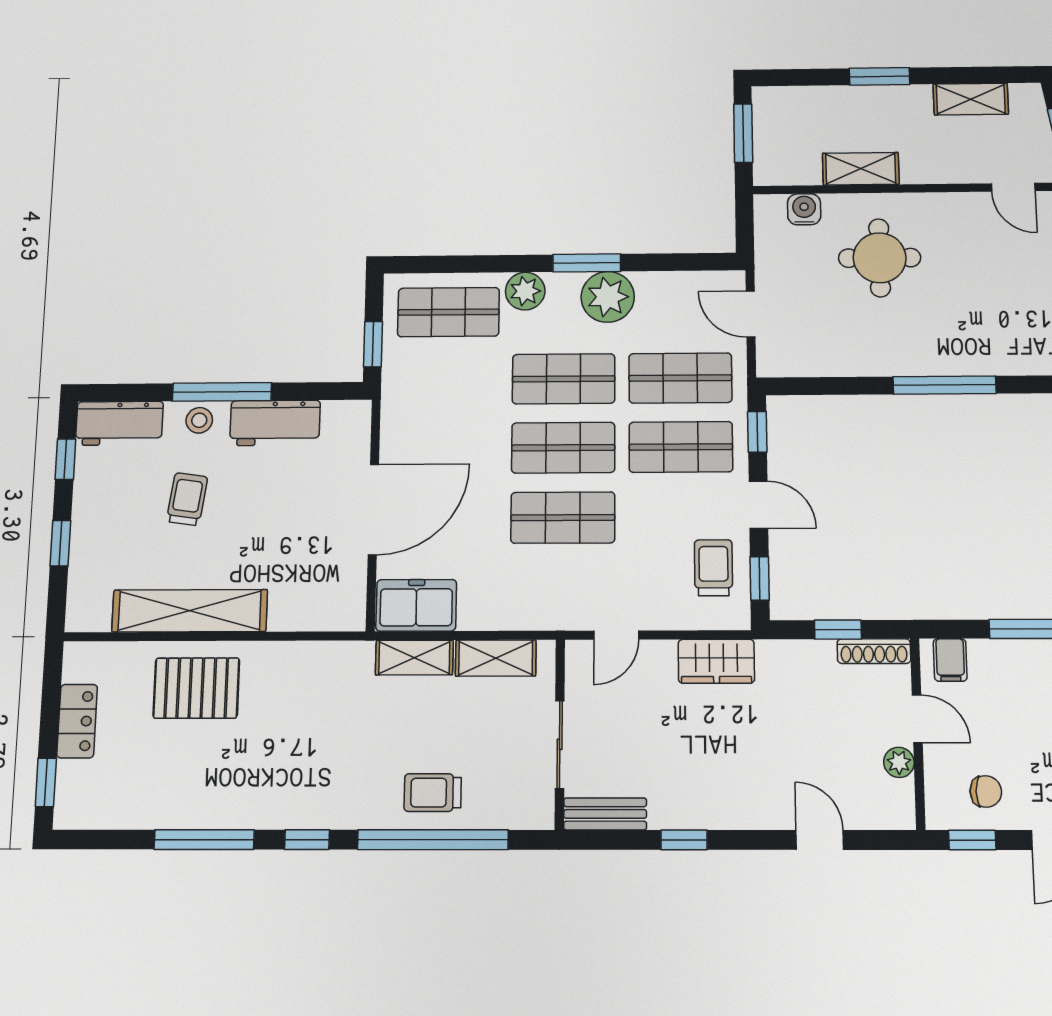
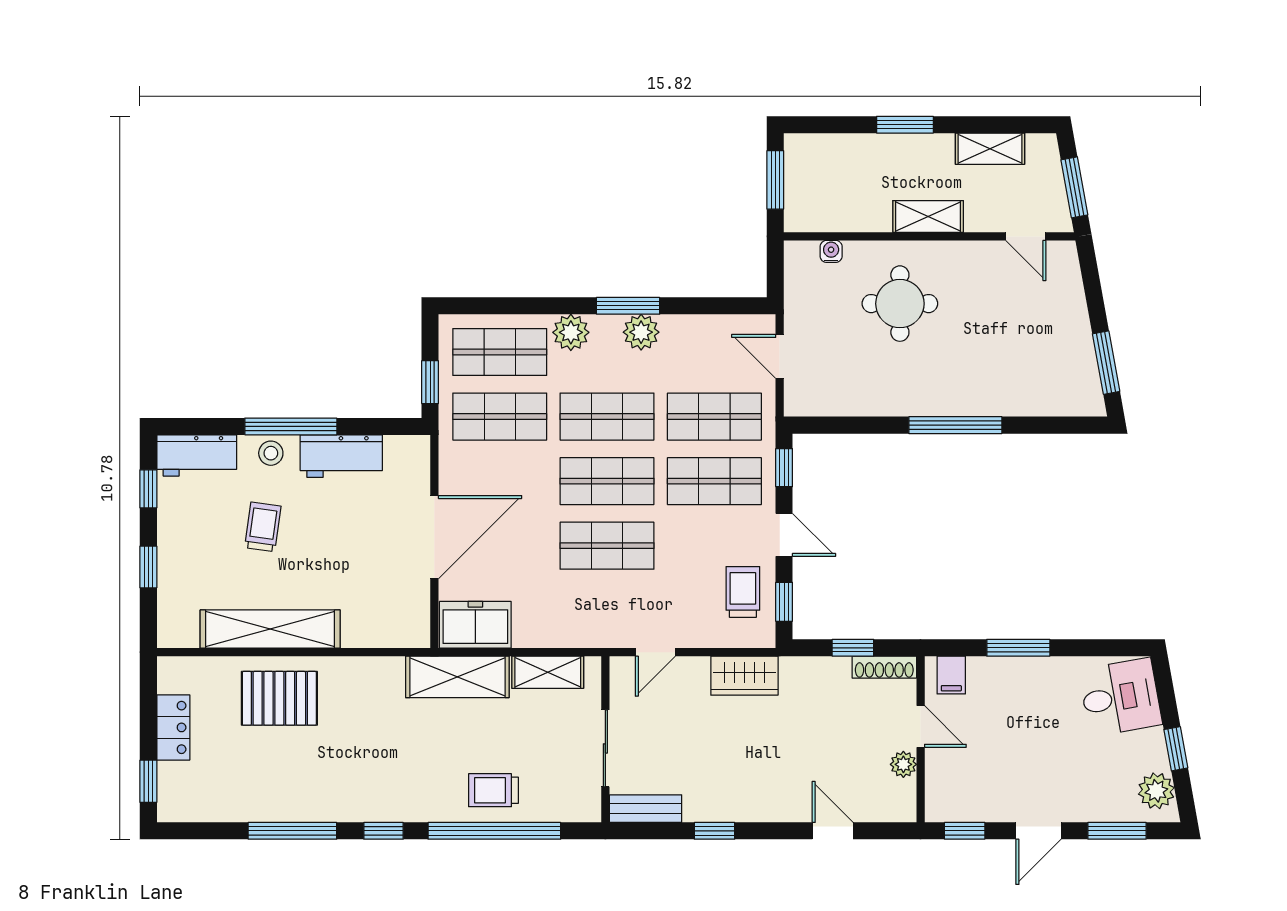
shelving: (861, 169) -> (928, 216), moved
water cooler: (804, 209) -> (831, 251), width x0.72, depth x0.72
plant: (608, 297) -> (641, 332), width x0.73, depth x0.73
shop shelf: (447, 380) -> (500, 417), added
shelving: (414, 658) -> (457, 677), width x1.50, depth x1.33
chair: (986, 791) -> (978, 789), removed

